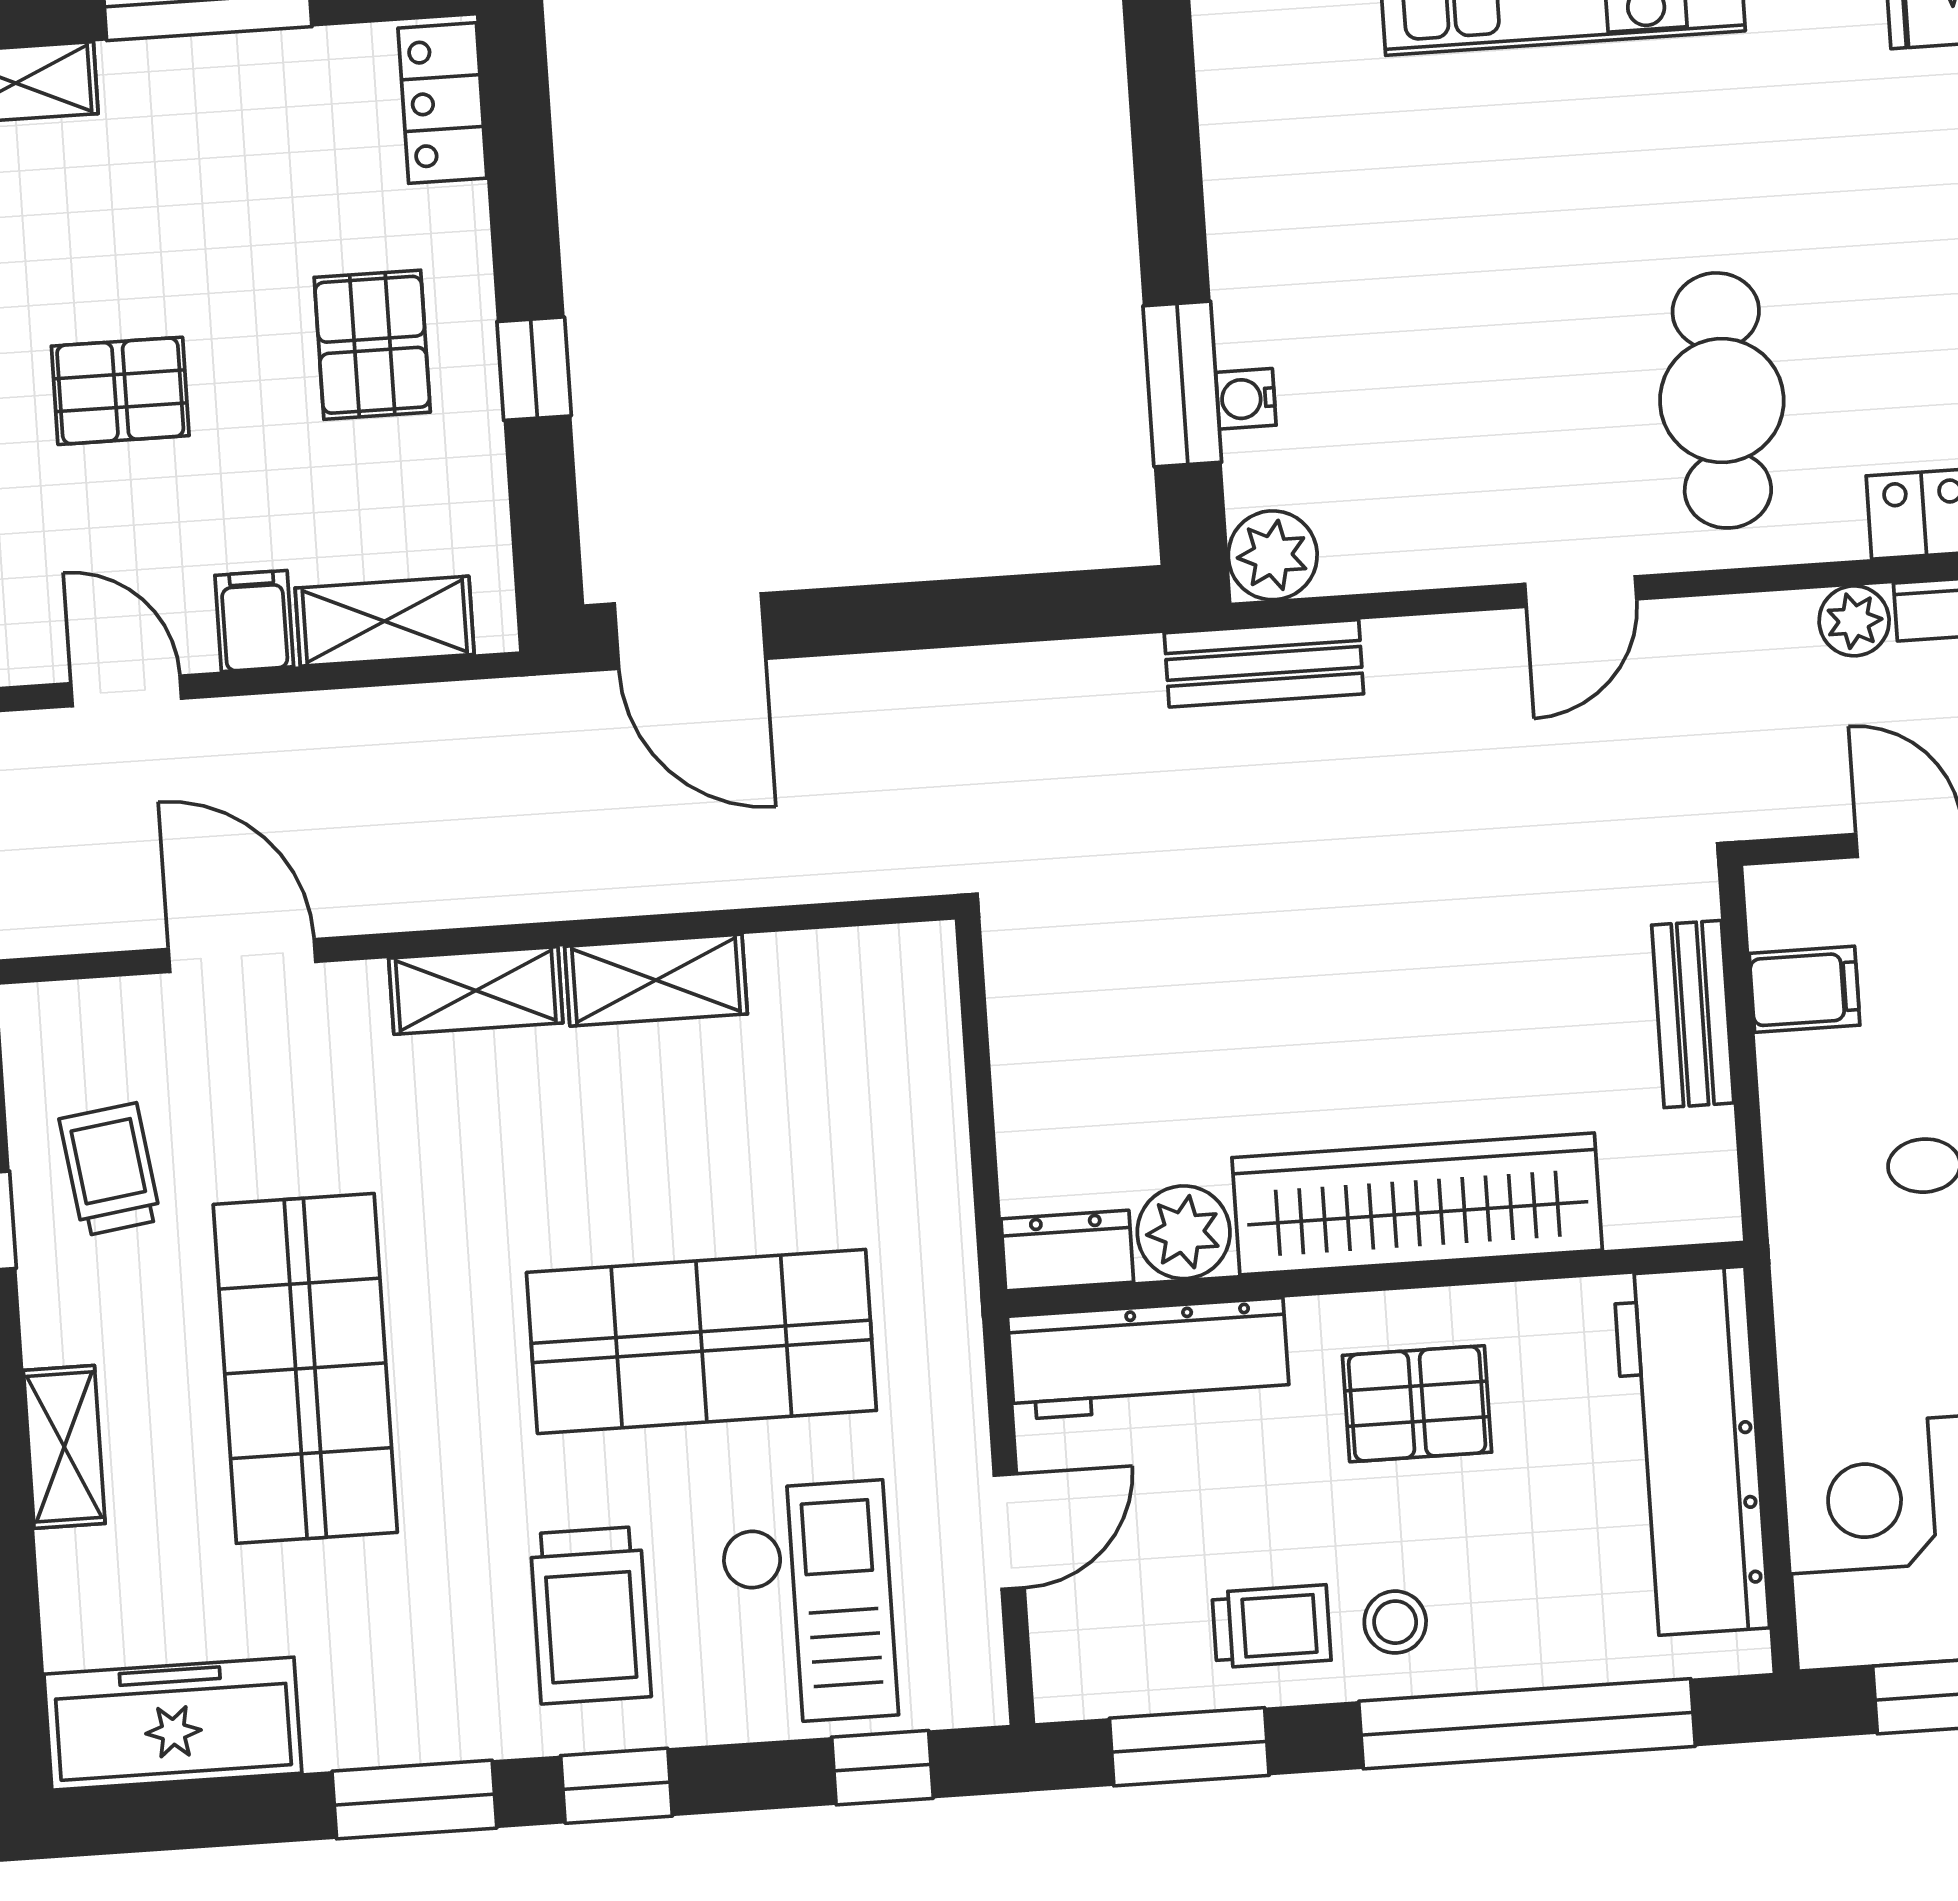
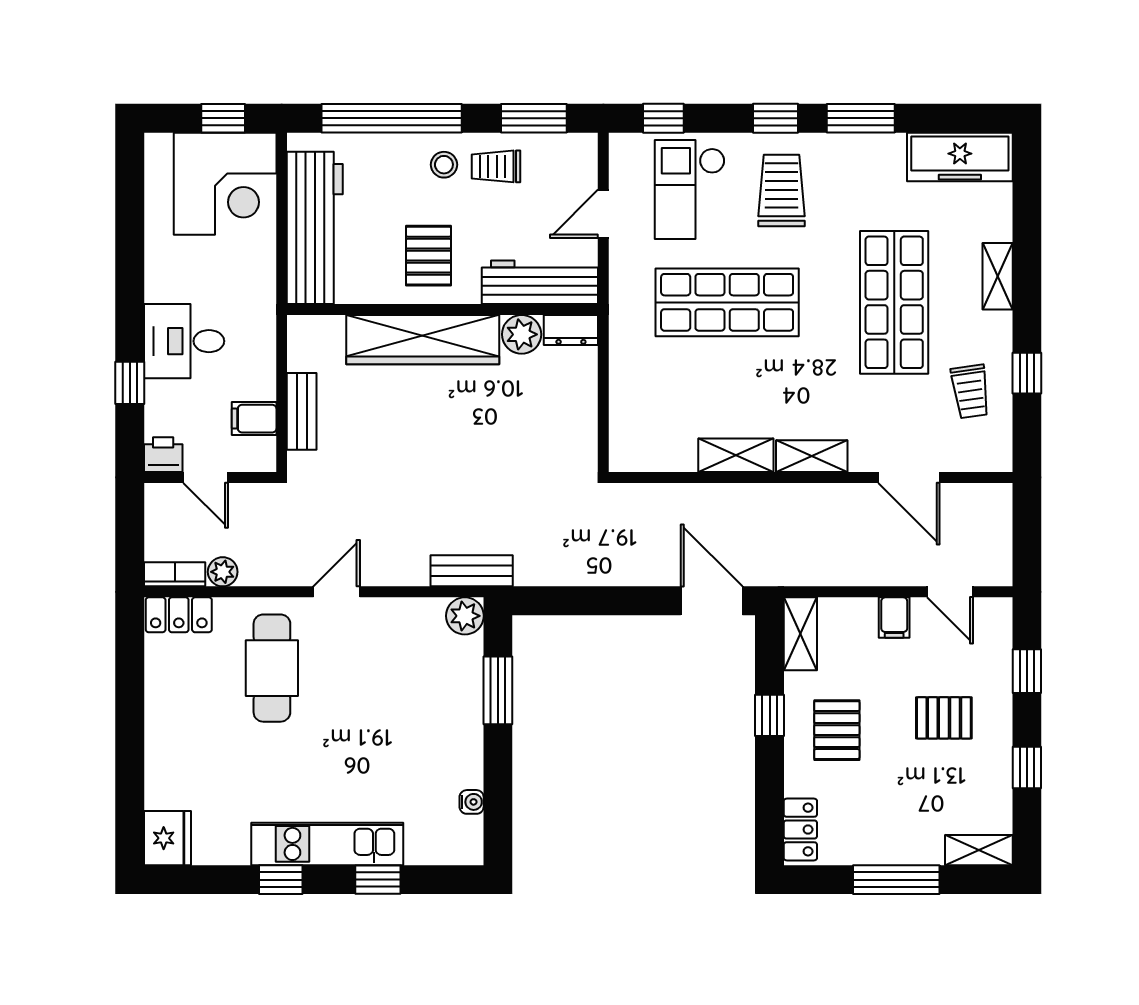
water cooler: (1246, 399) -> (472, 802), moved
shelving: (385, 621) -> (800, 634), moved, turned 90
pallet: (1417, 1404) -> (429, 256), turned 90

